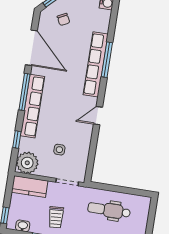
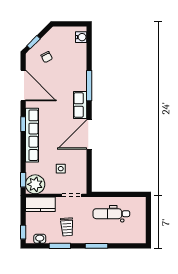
row of seats: (96, 64) -> (80, 105), width x0.50
window: (24, 92) -> (23, 124), width x0.46
door: (98, 116) -> (89, 134), width x1.88
window: (17, 140) -> (23, 180), moved

